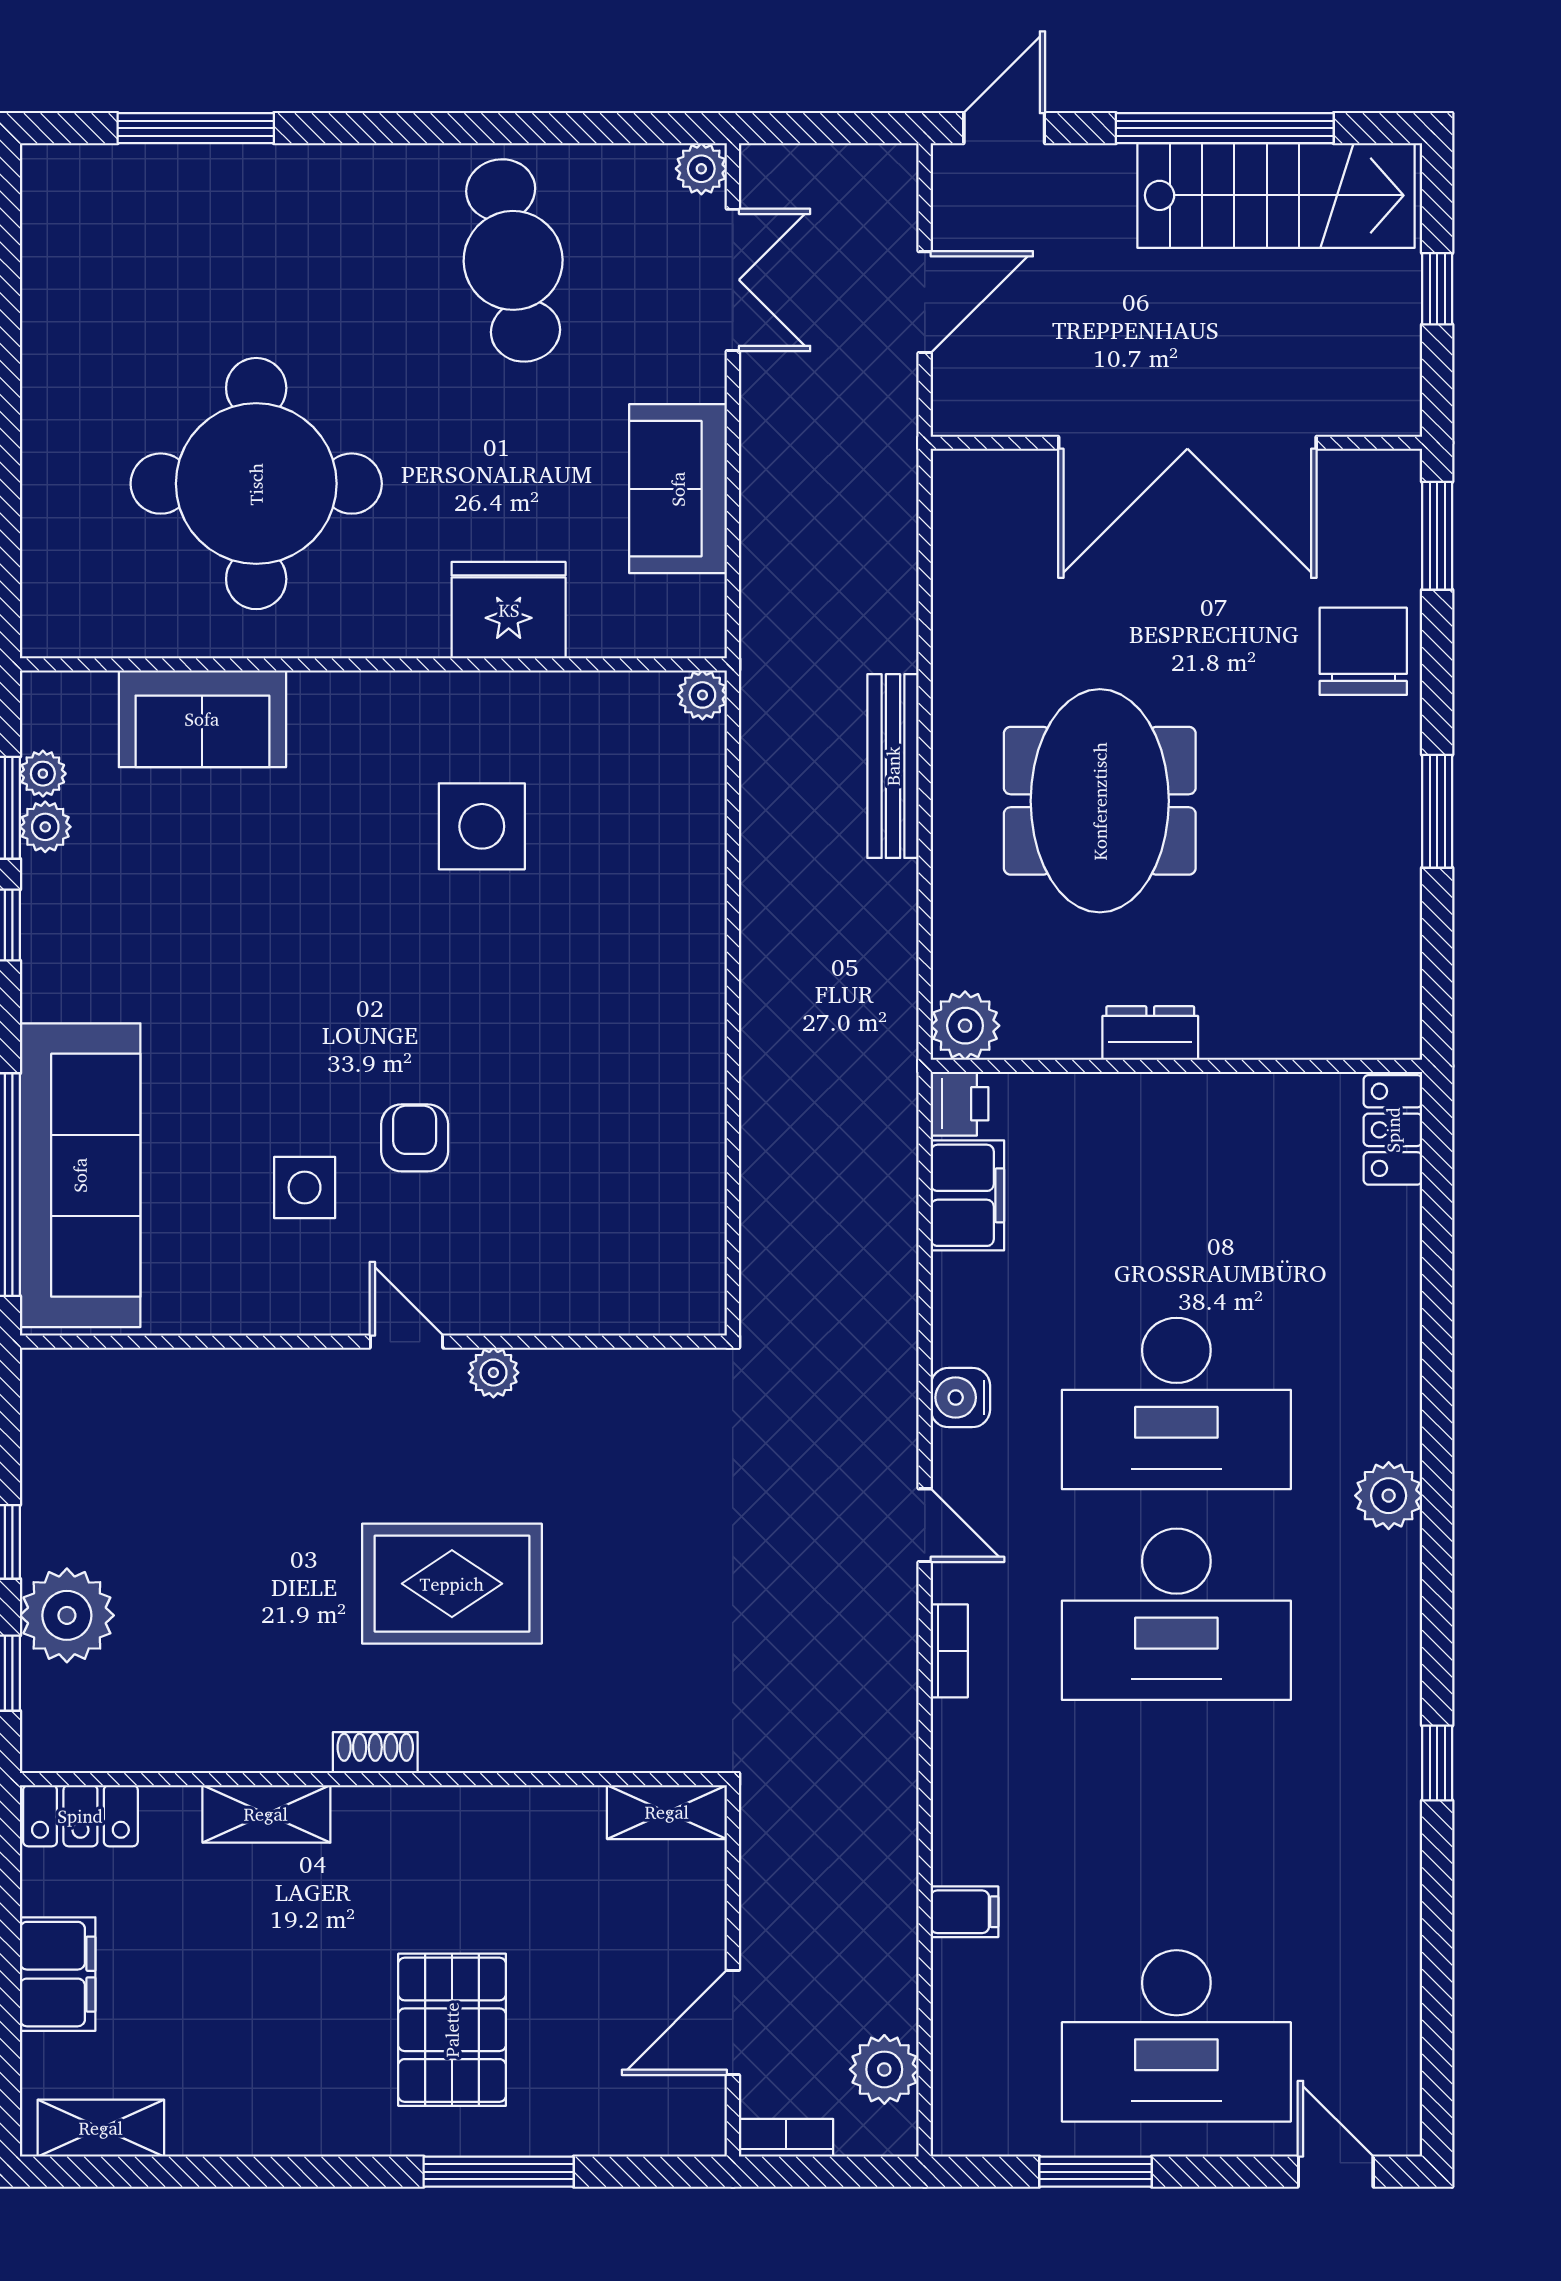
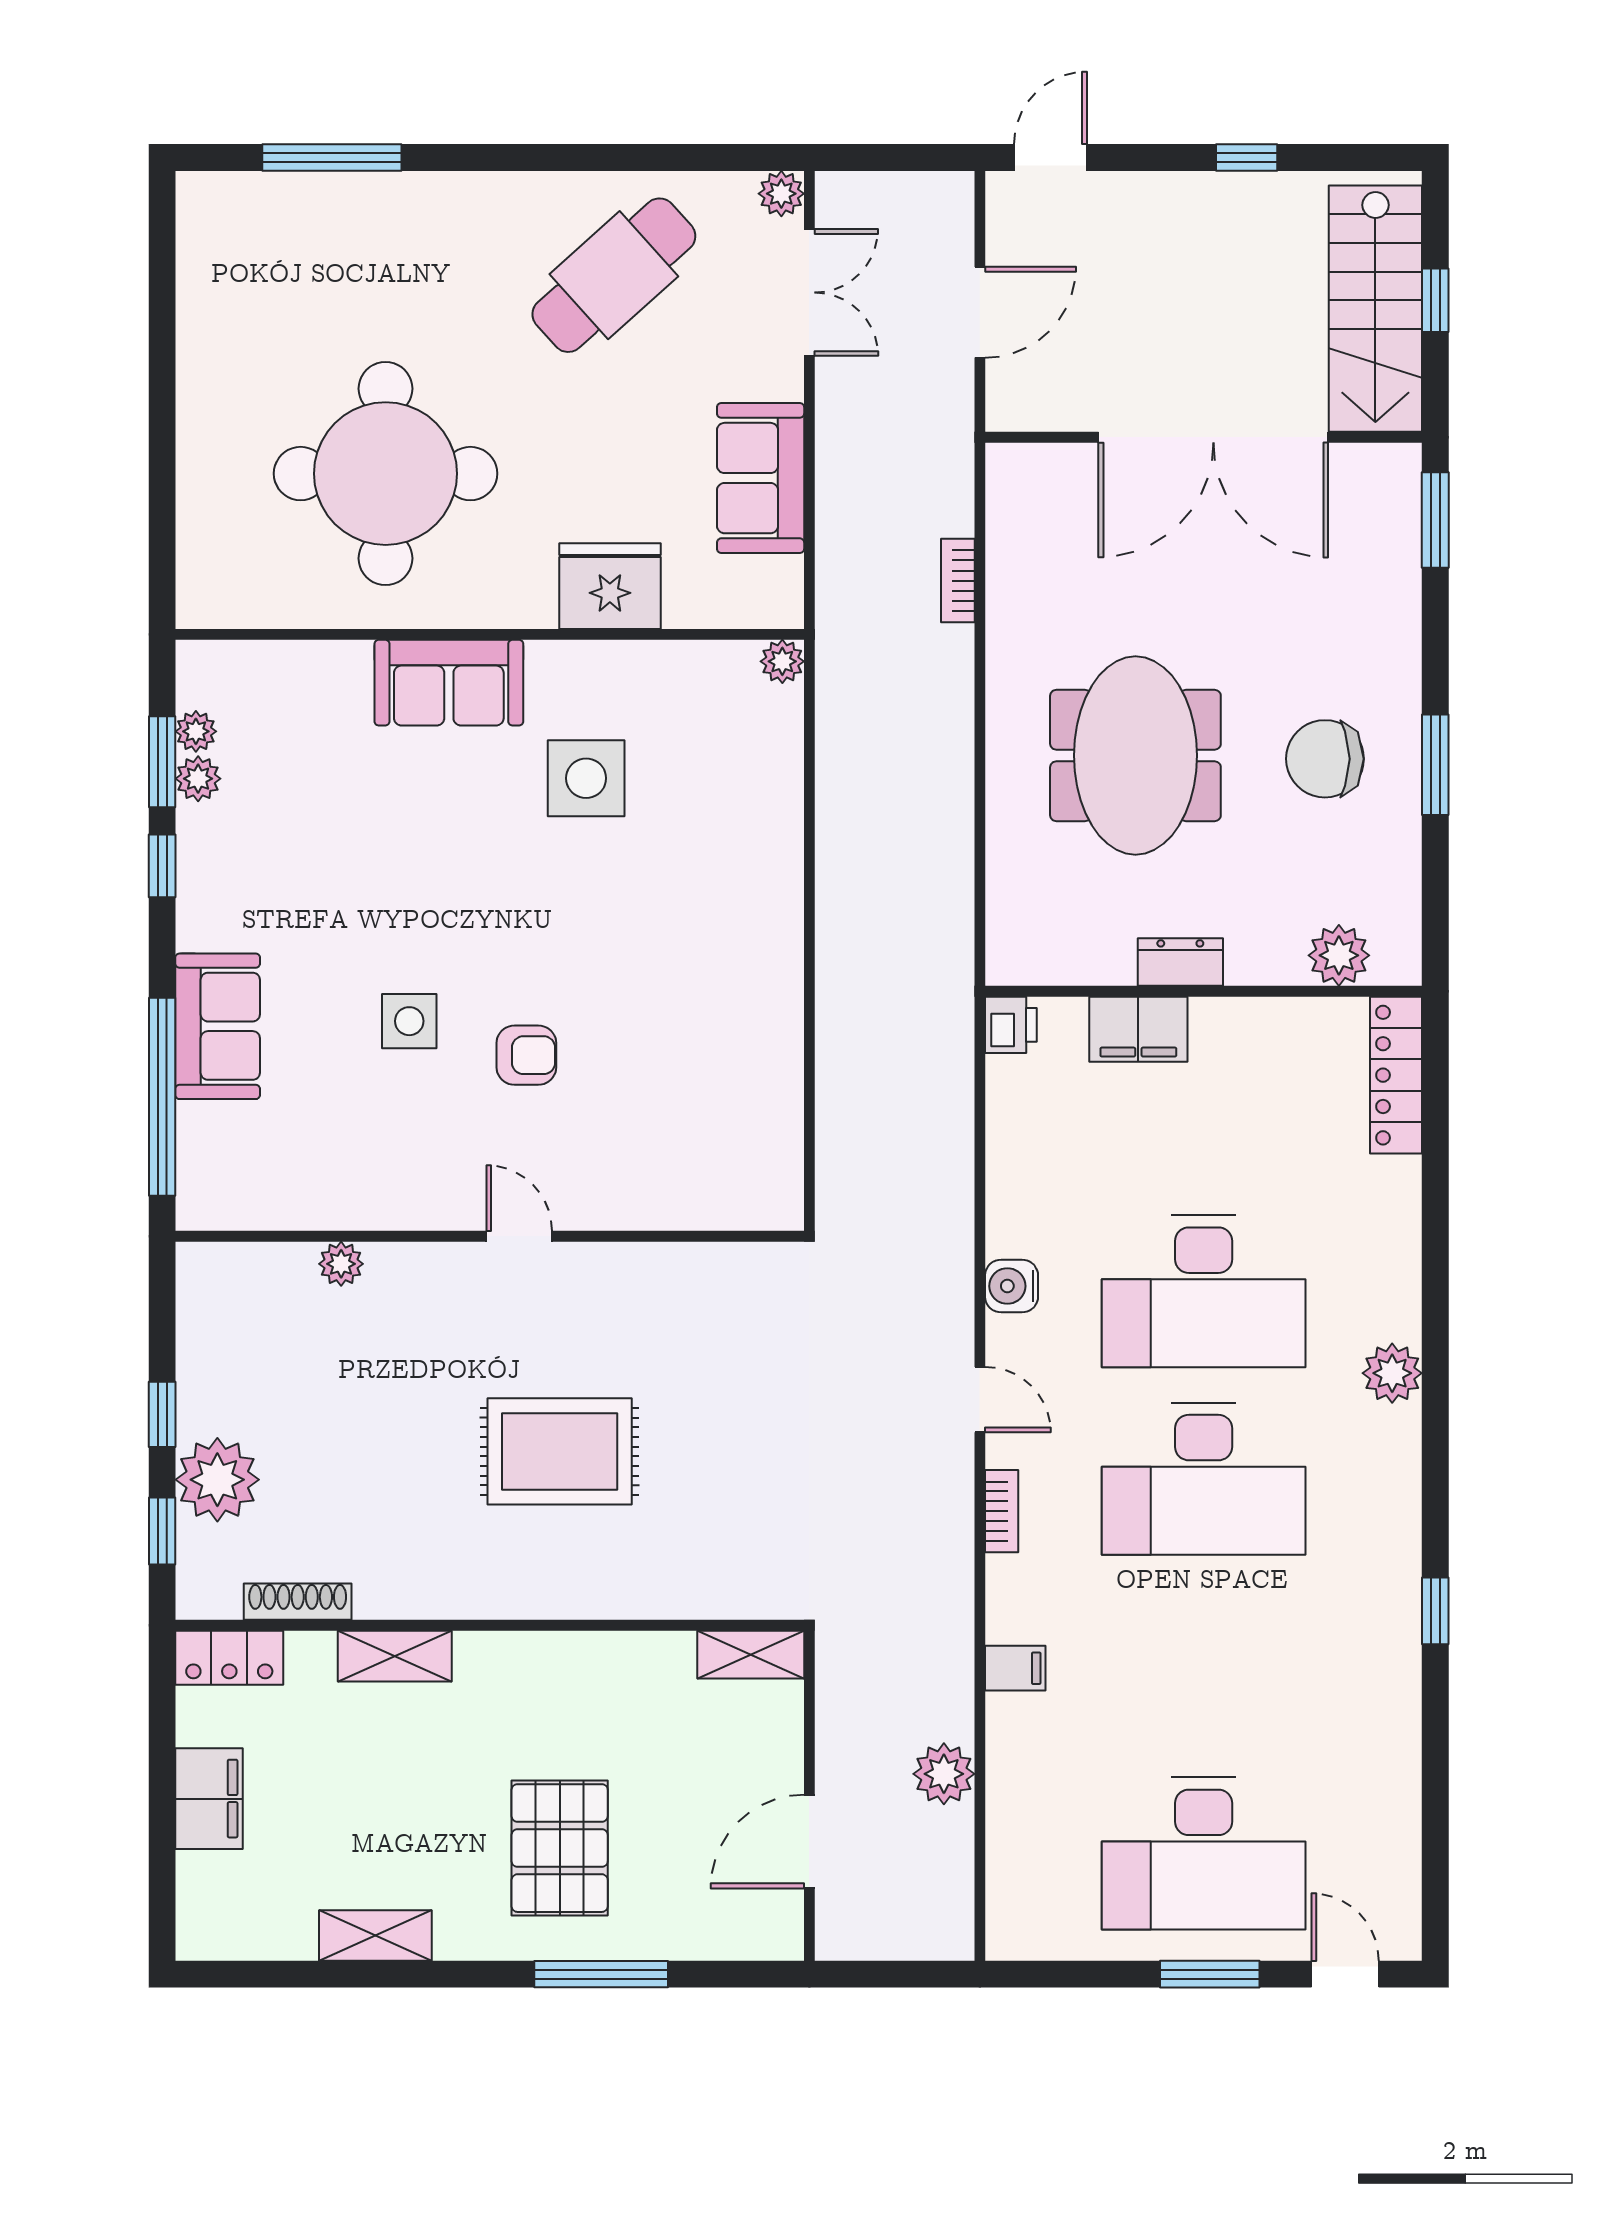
window: (1225, 128) -> (1247, 158), width x0.32
stairs: (1276, 195) -> (1375, 309), moved, turned 90
cafe table: (513, 260) -> (614, 275), turned 58
chair: (1363, 651) -> (1325, 759), moved, turned -90
sofa: (202, 719) -> (449, 683), moved
bench: (893, 766) -> (952, 725), removed
plant: (965, 1026) -> (1339, 955), moved
locker: (1393, 1130) -> (1396, 1075), width x1.53
armchair: (415, 1138) -> (526, 1055), turned 90
sofa: (80, 1175) -> (218, 1026), width x0.54, depth x0.79
side table: (305, 1187) -> (409, 1021), moved
filing cabinet: (967, 1195) -> (1138, 1029), moved, turned 90
plant: (493, 1373) -> (341, 1264), moved
shoe rack: (375, 1753) -> (298, 1602), moved, width x1.43
filing cabinet: (965, 1912) -> (1015, 1668), moved
plant: (884, 2069) -> (944, 1774), moved
shelving: (101, 2128) -> (375, 1936), moved
bookcase: (786, 2138) -> (958, 581), moved, turned -90
window: (1095, 2172) -> (1210, 1974), moved

